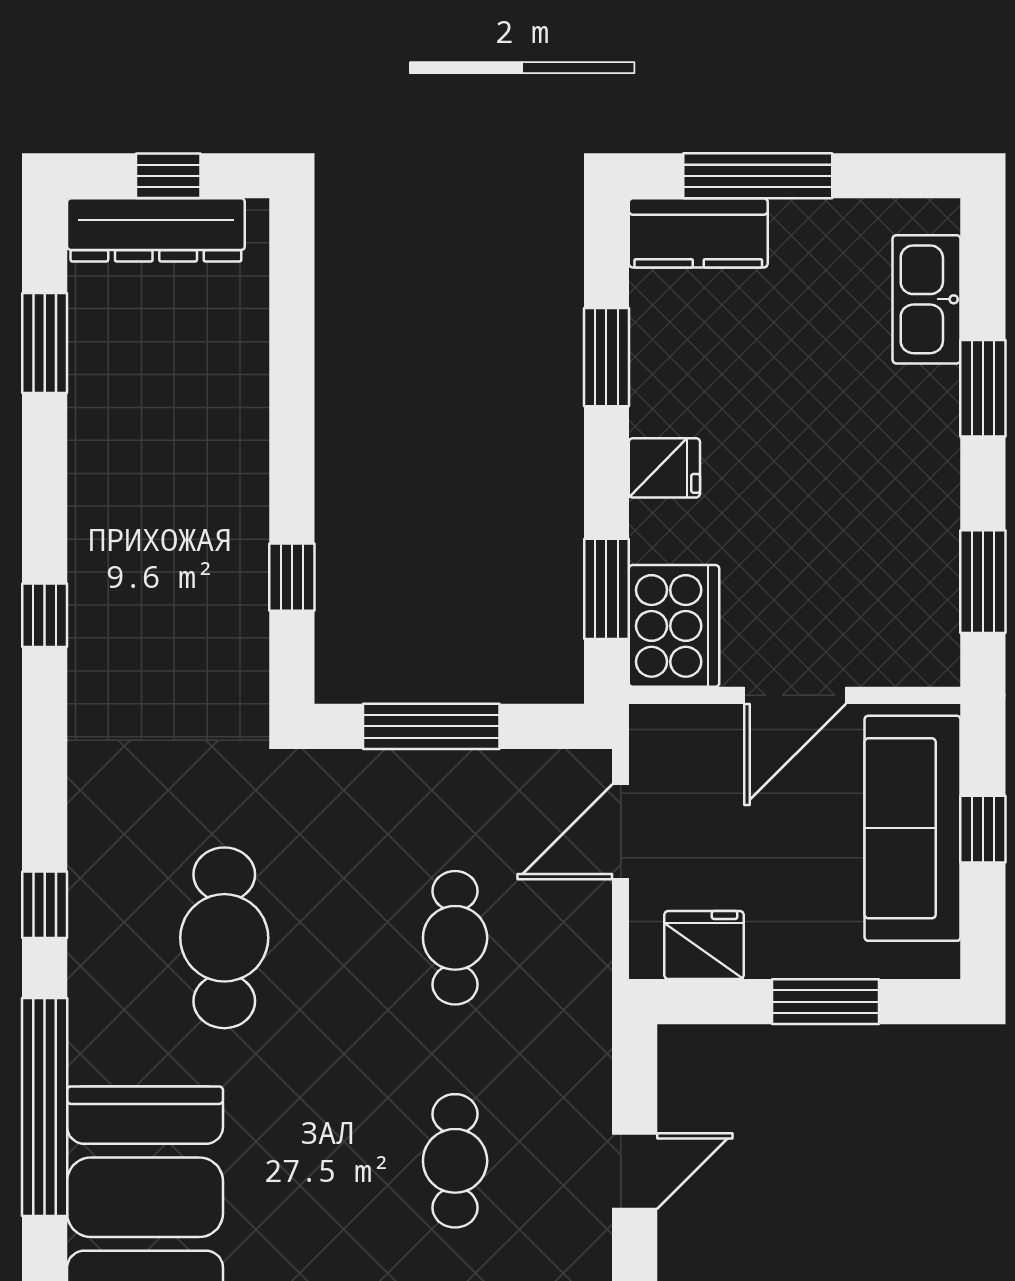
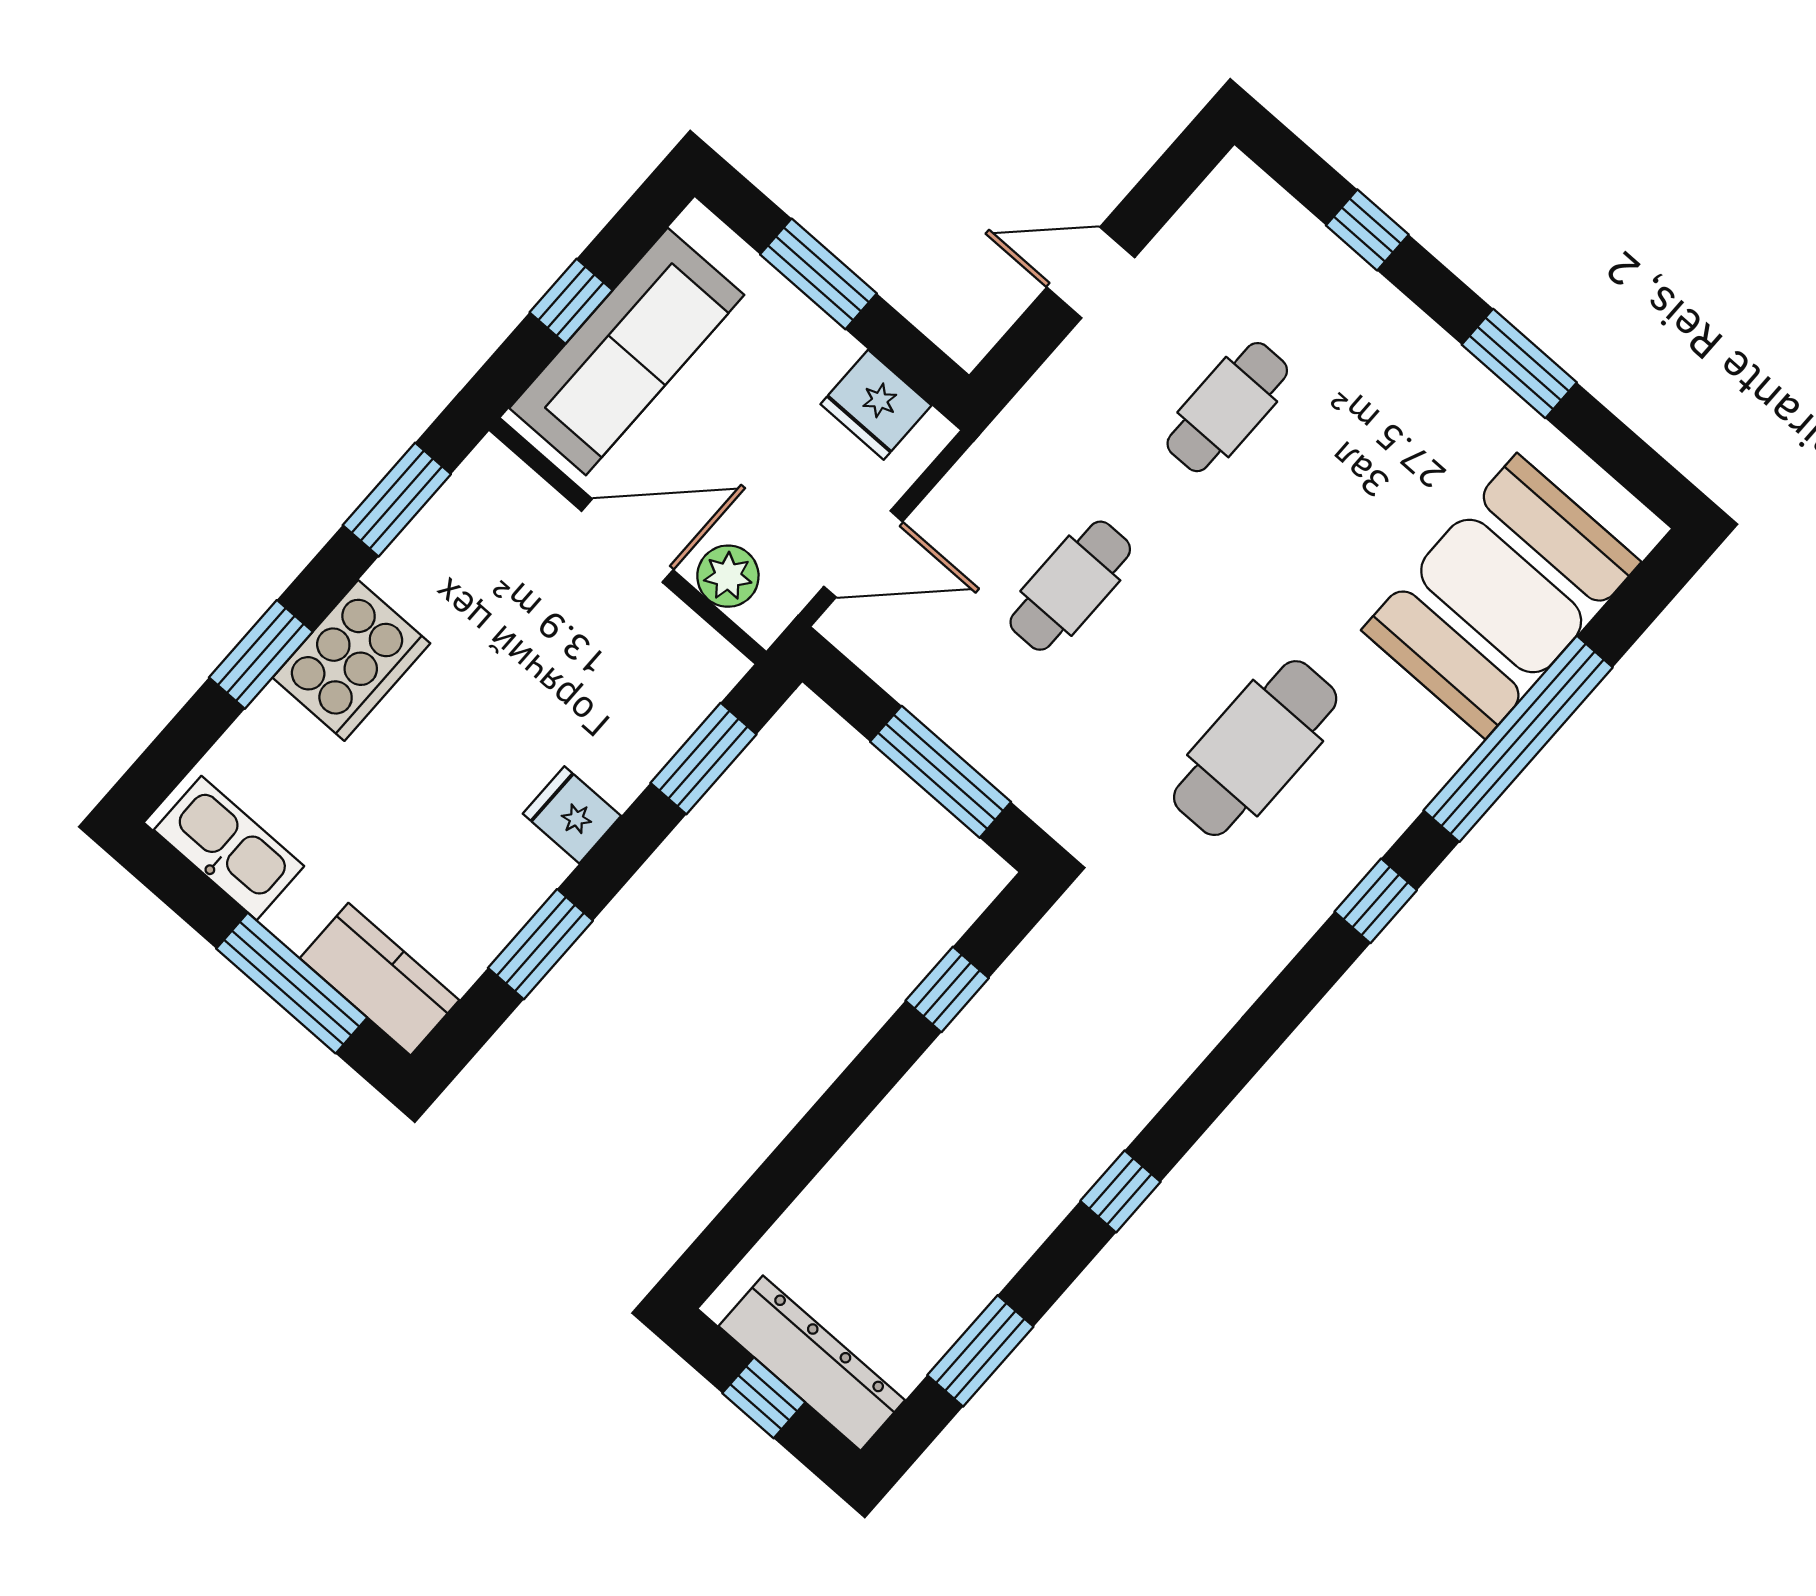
kitchen sink: (927, 299) -> (229, 848), moved, turned -90
window: (45, 615) -> (1120, 1191), moved
cooker: (674, 626) -> (351, 660), moved, turned 180
plant: (702, 733) -> (728, 576), added

